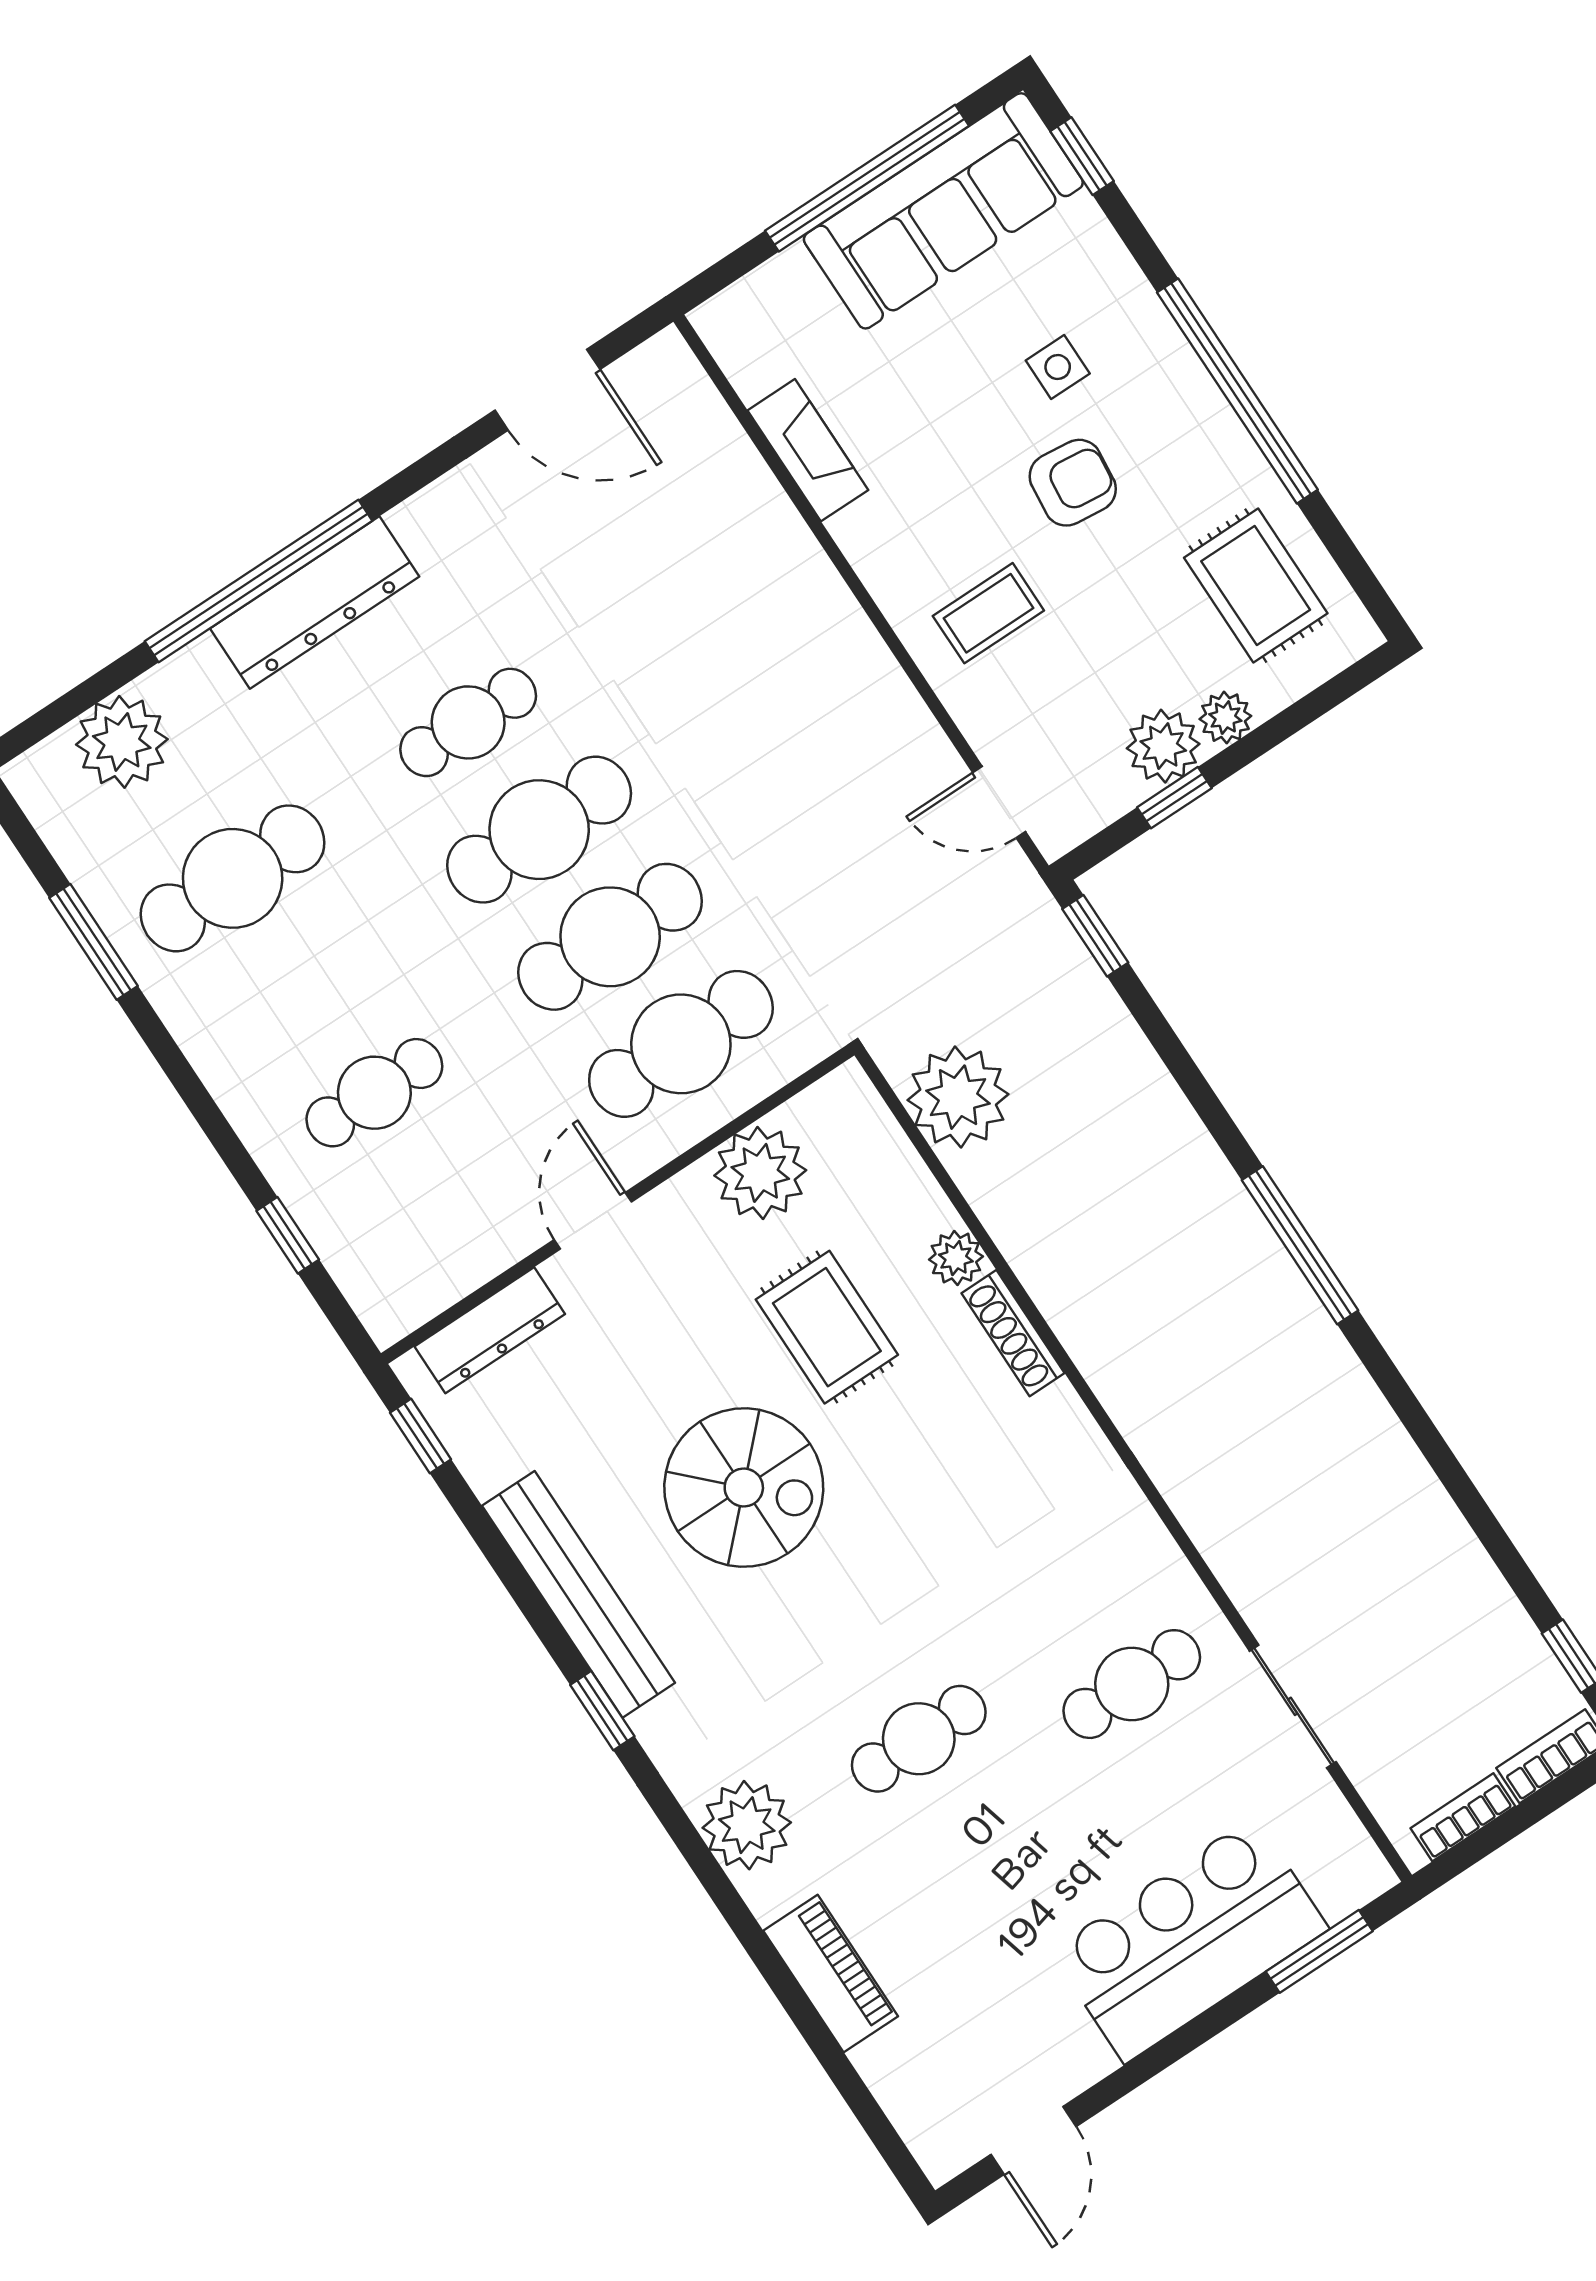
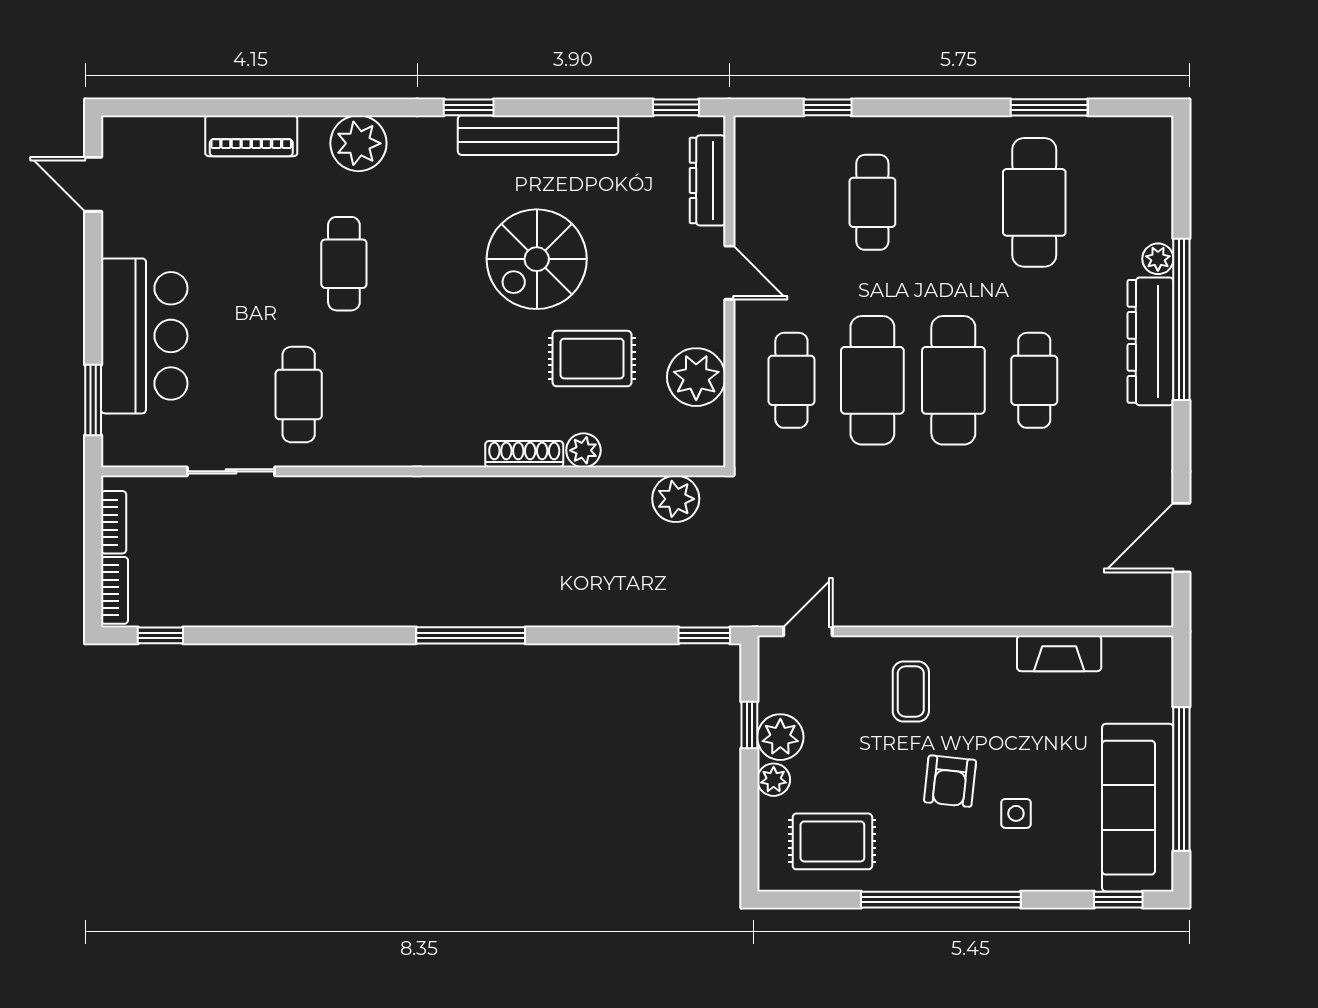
plant: (122, 742) -> (1158, 259), moved, width x0.53, depth x0.53
cafe table: (681, 1044) -> (791, 380), width x0.73, depth x0.74
plant: (958, 1097) -> (676, 499), width x0.73, depth x0.73

